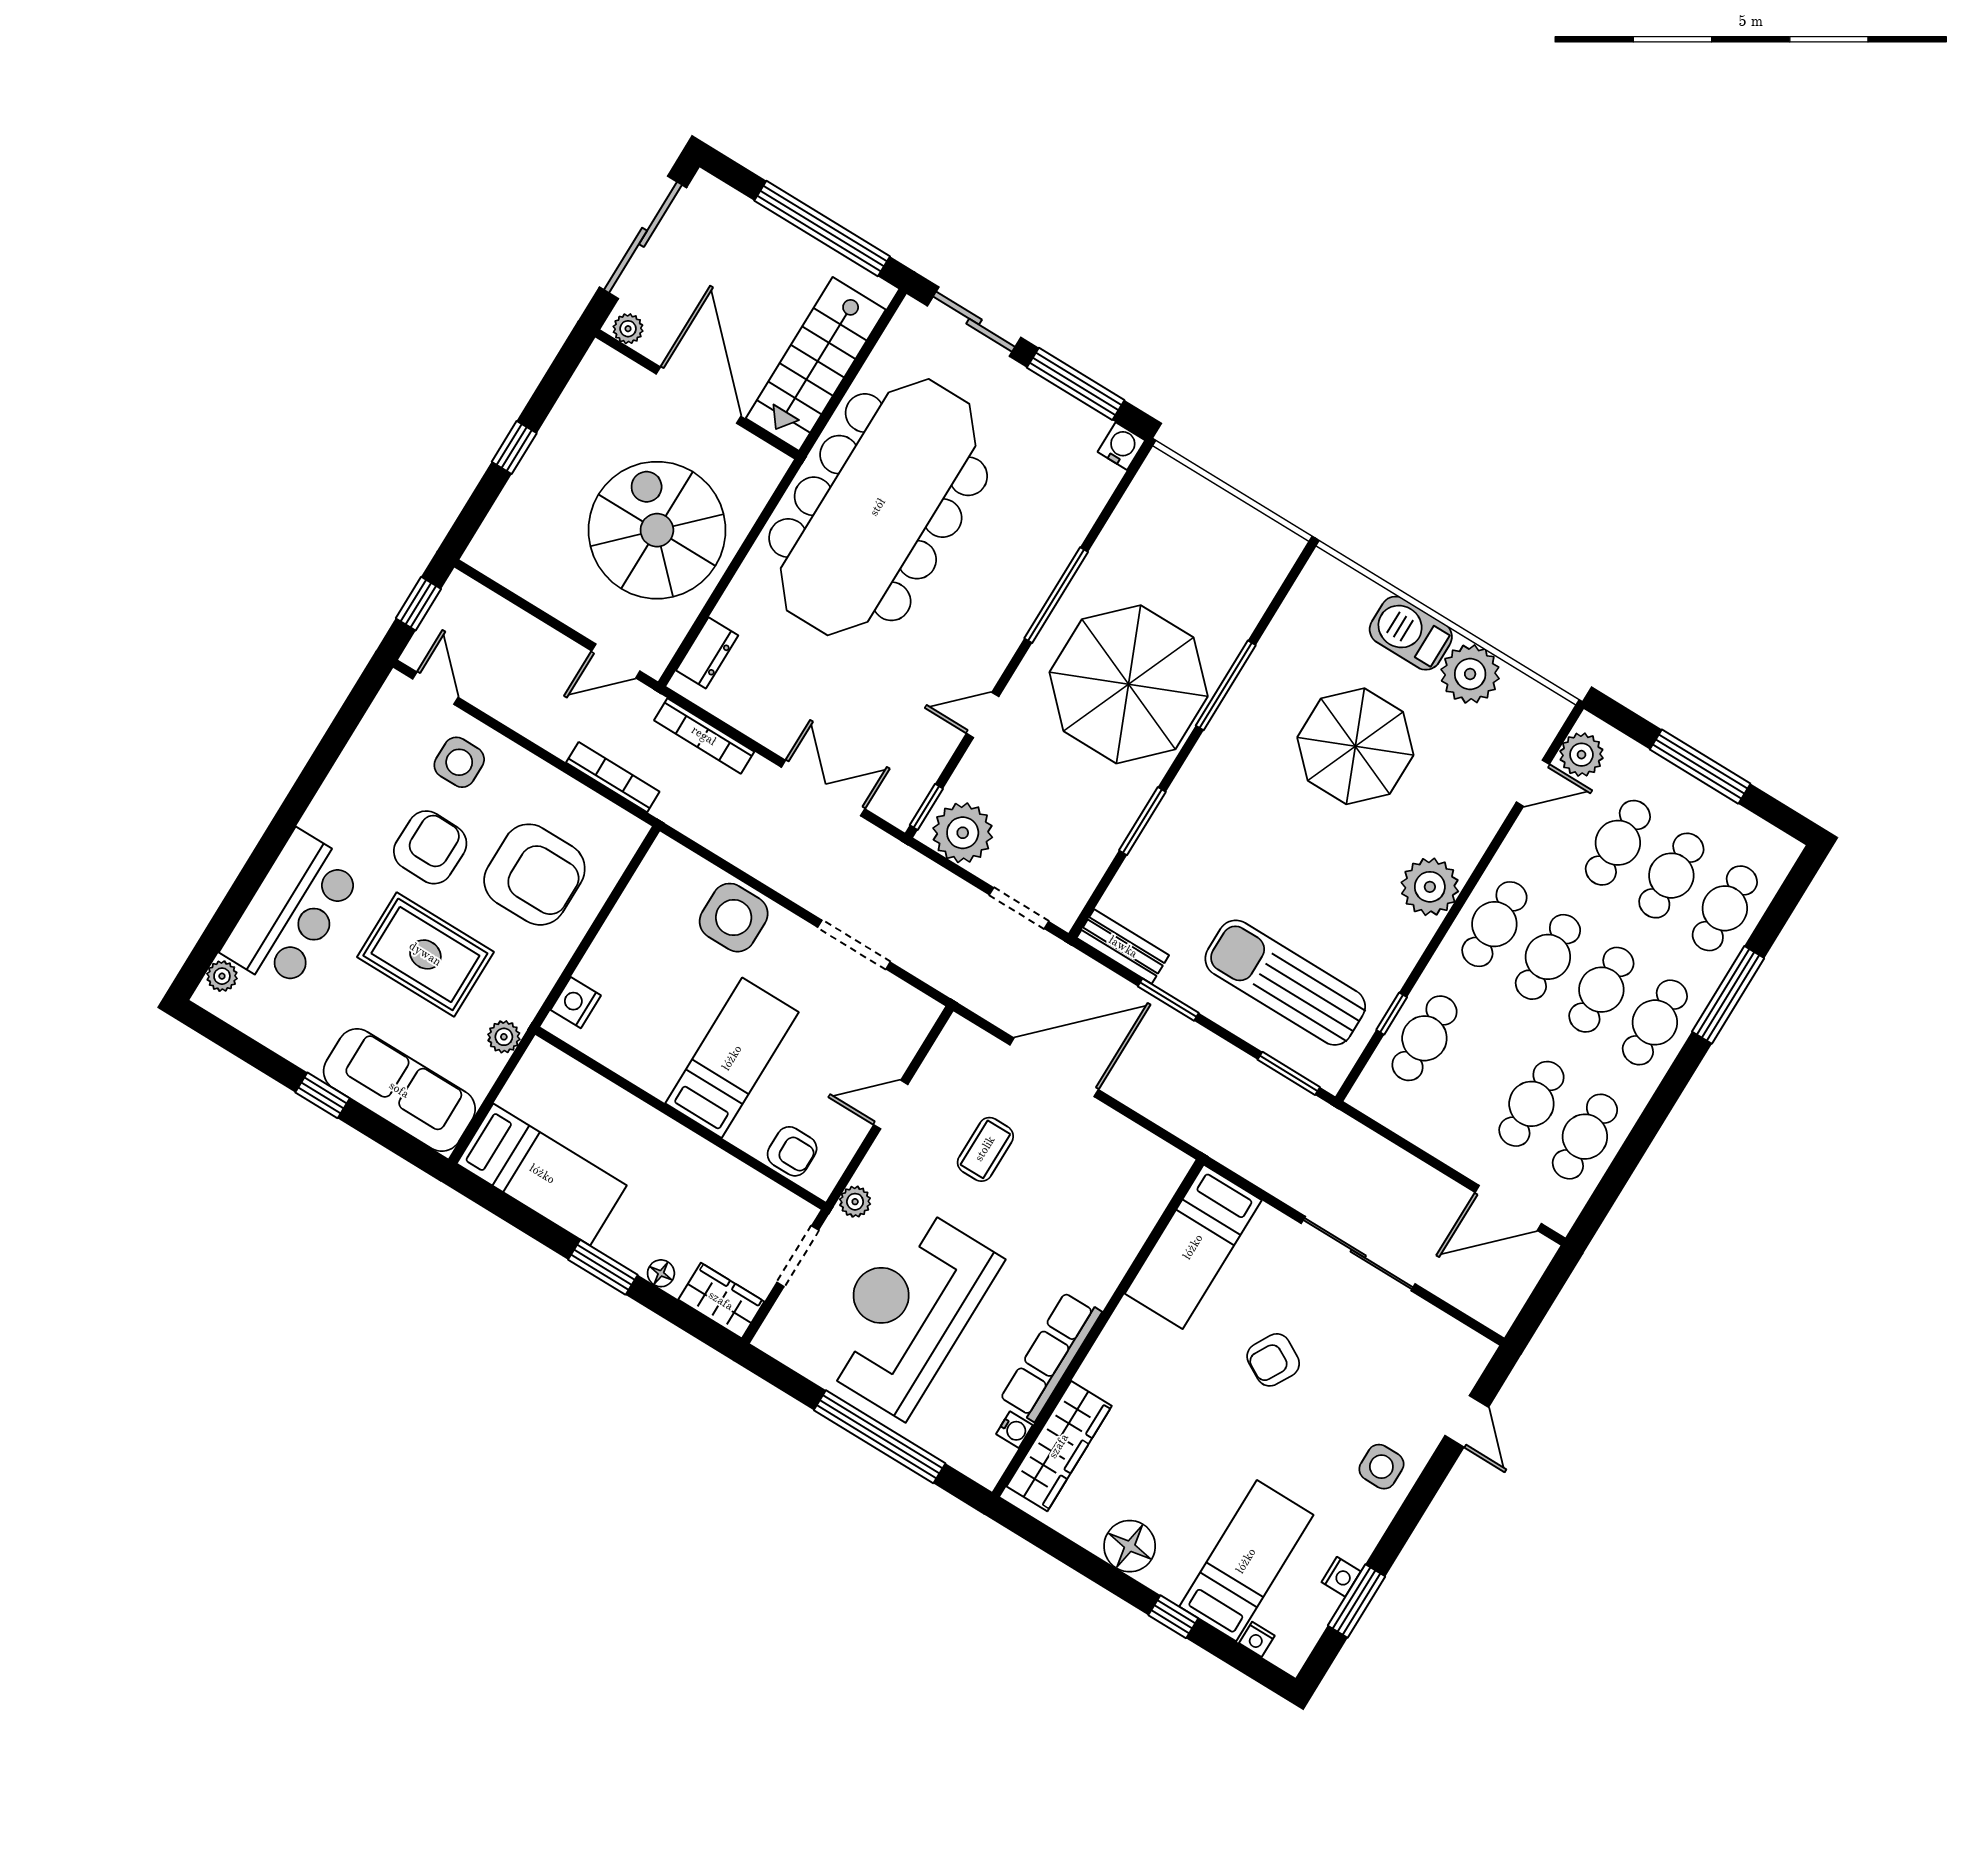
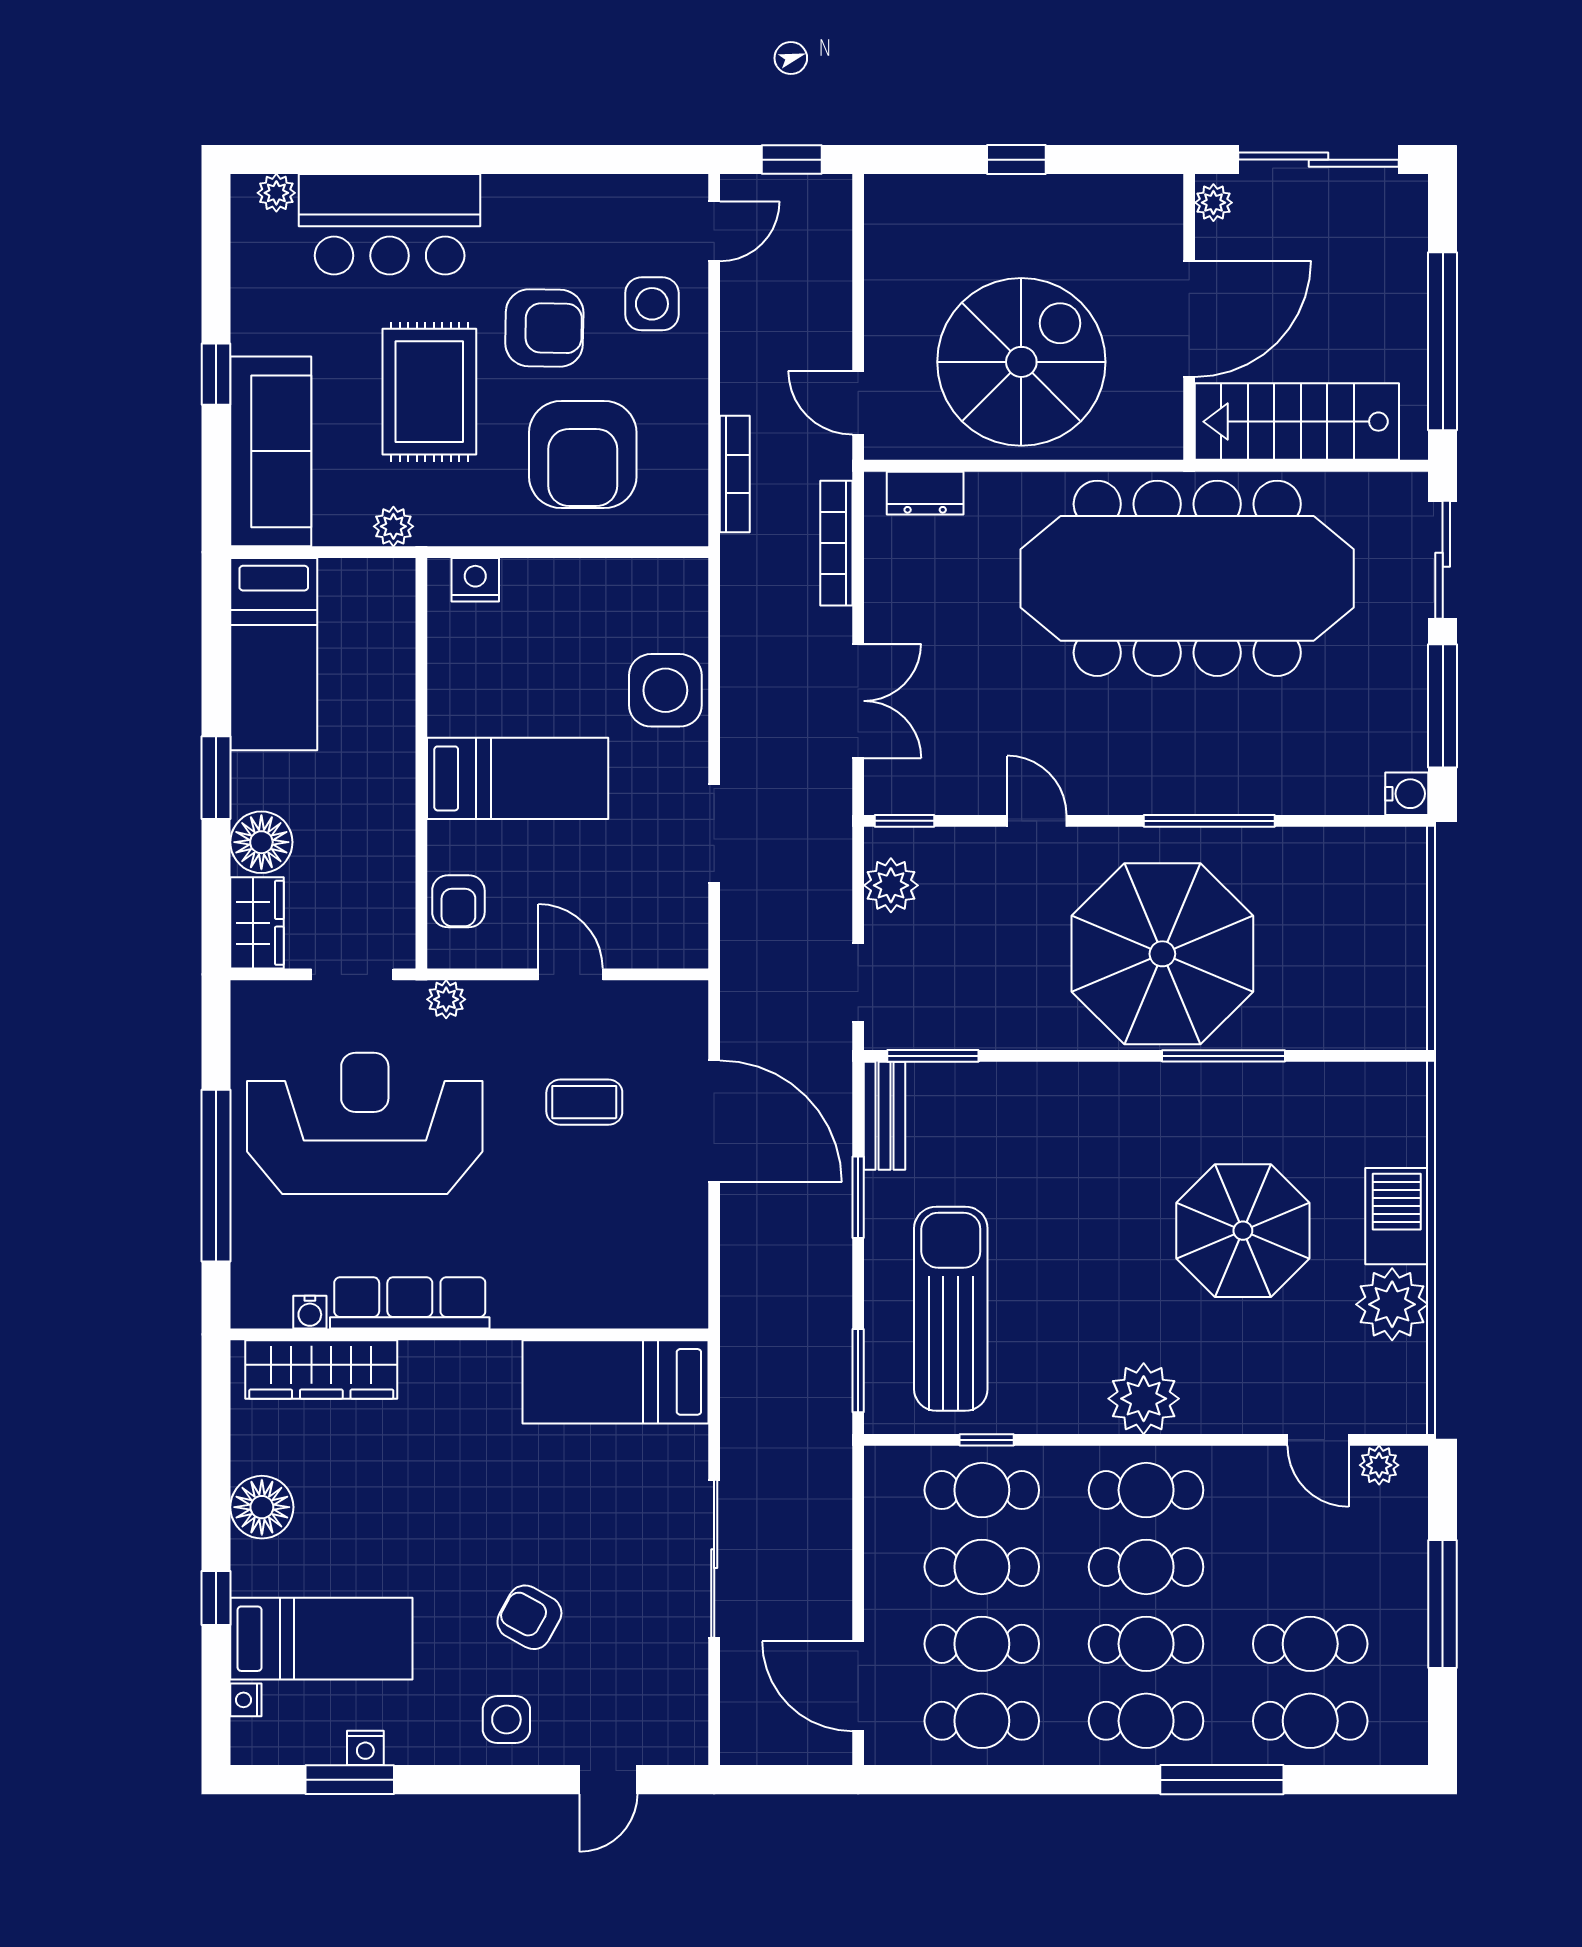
plant: (1581, 755) -> (1379, 1465), width x0.73, depth x0.73
window: (1142, 821) -> (933, 1056), moved
plant: (963, 833) -> (891, 885), width x0.73, depth x0.73
cafe table: (1618, 843) -> (982, 1567), moved
floor lamp: (661, 1273) -> (261, 842), width x1.89, depth x1.89
armchair: (1273, 1360) -> (529, 1617), moved

